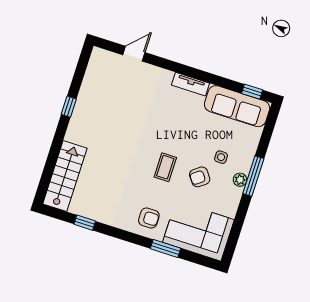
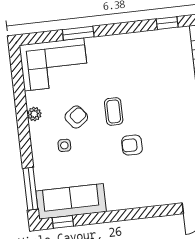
tv unit: (190, 84) -> (126, 202), removed
window: (253, 176) -> (30, 189), moved
plant: (240, 180) -> (34, 114), moved
armchair: (149, 218) -> (132, 145), moved

